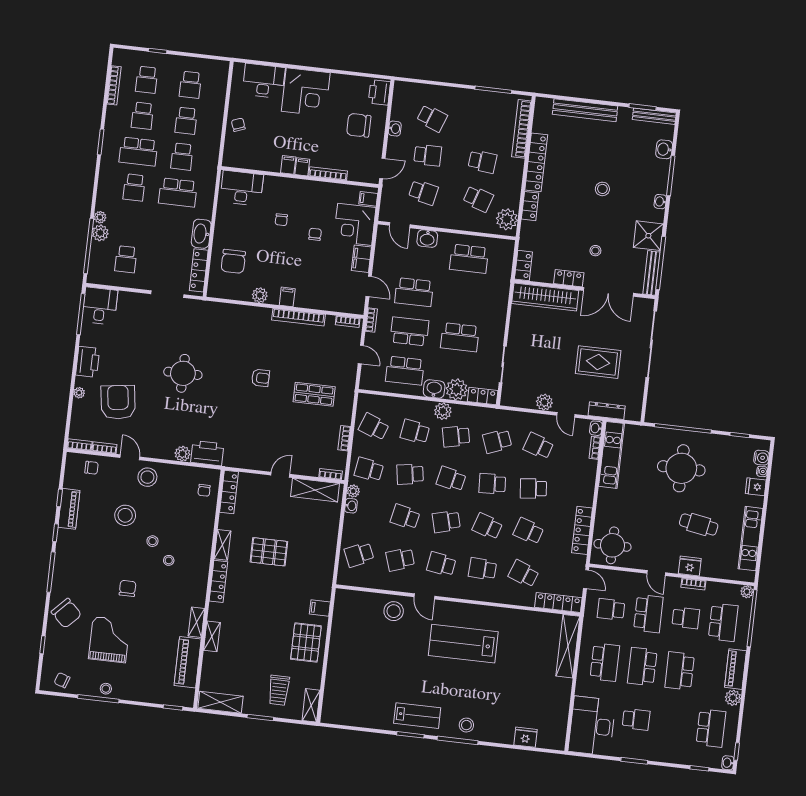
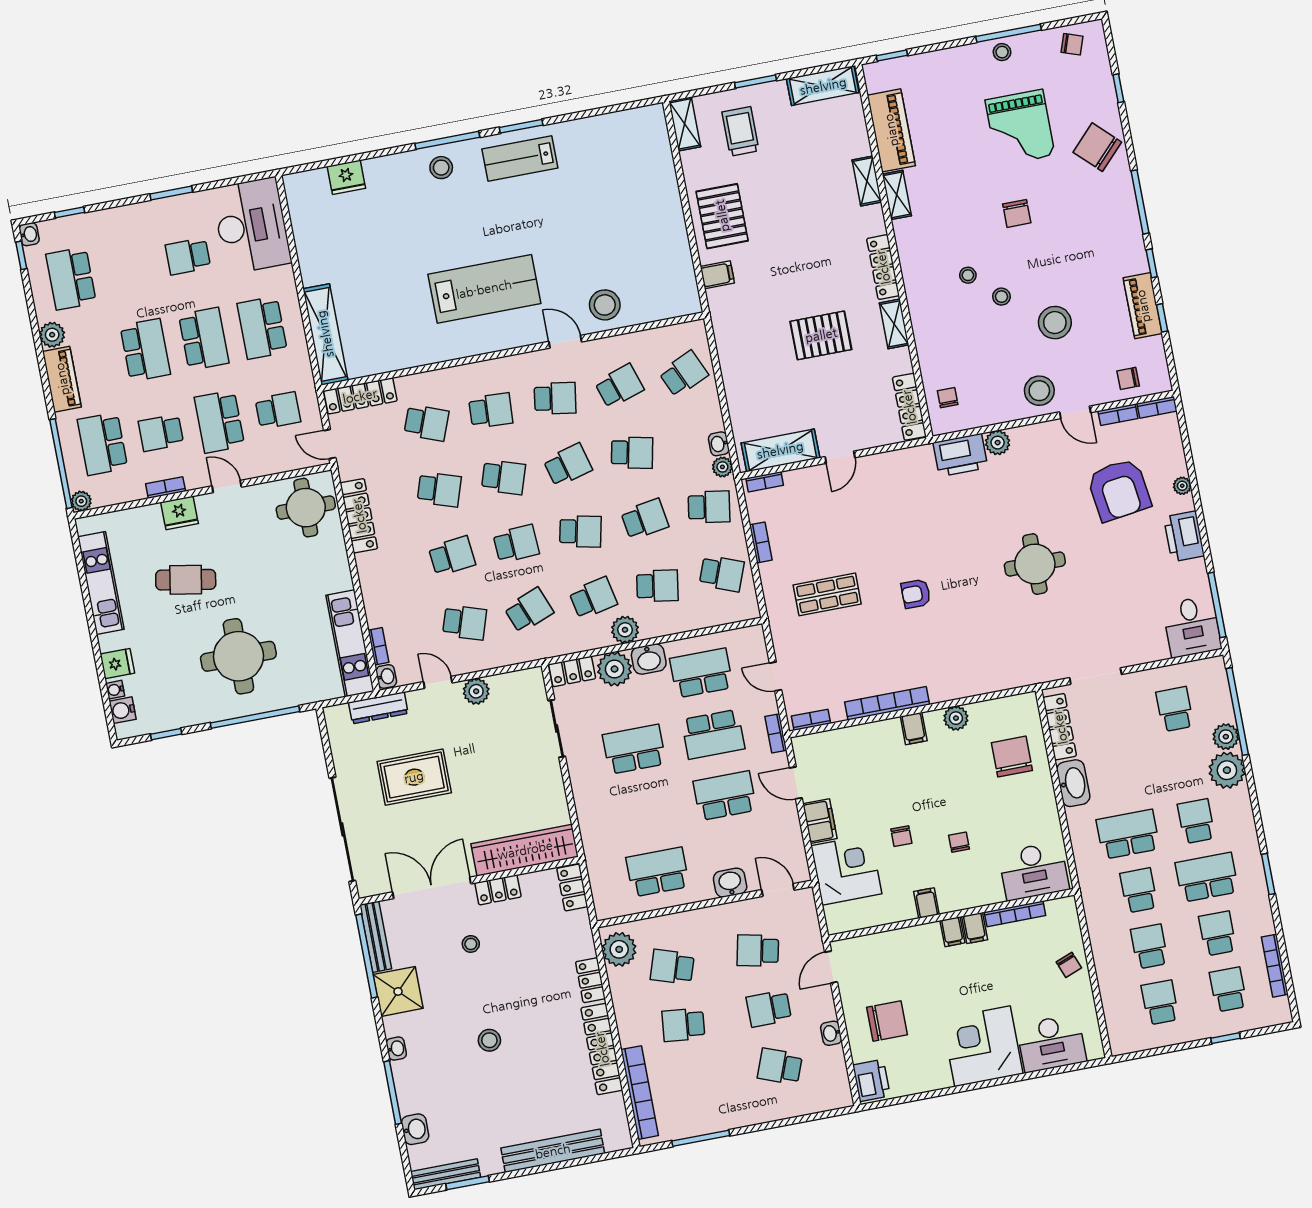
bookcase: (328, 174) -> (1015, 914), moved
filing cabinet: (368, 199) -> (926, 903), moved, turned -90
plant: (100, 217) -> (1227, 770), width x1.88, depth x1.88

